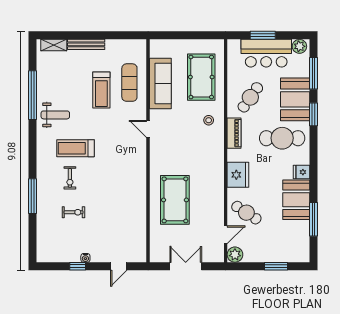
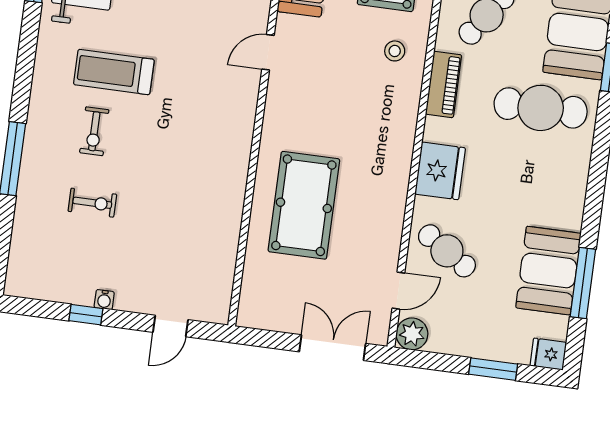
door: (148, 129) -> (268, 52), hinge flipped
fridge: (302, 172) -> (548, 354), moved
booth: (296, 200) -> (548, 271), moved
double door: (186, 266) -> (332, 348), moved

